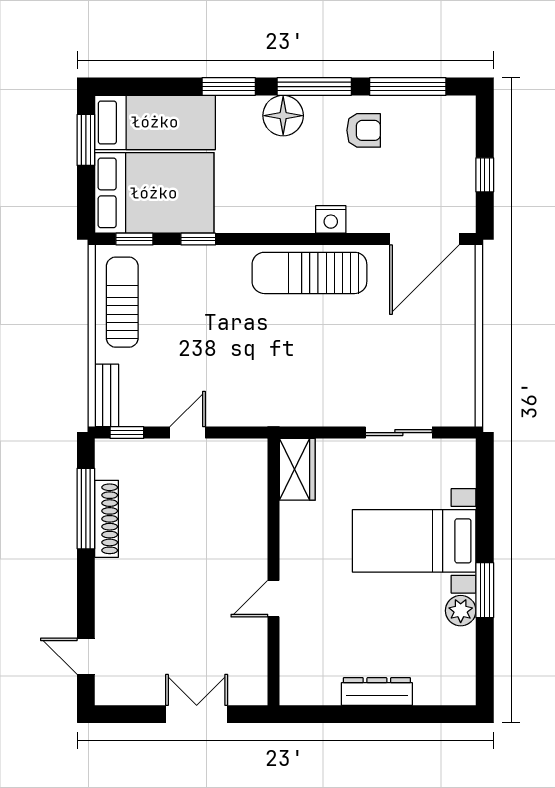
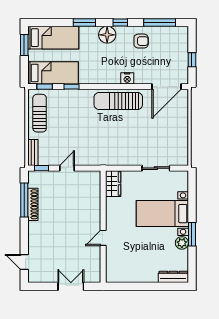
window: (314, 87) -> (120, 23), width x0.46
bed: (154, 193) -> (53, 73), width x0.67
dresser: (377, 692) -> (173, 277), moved

